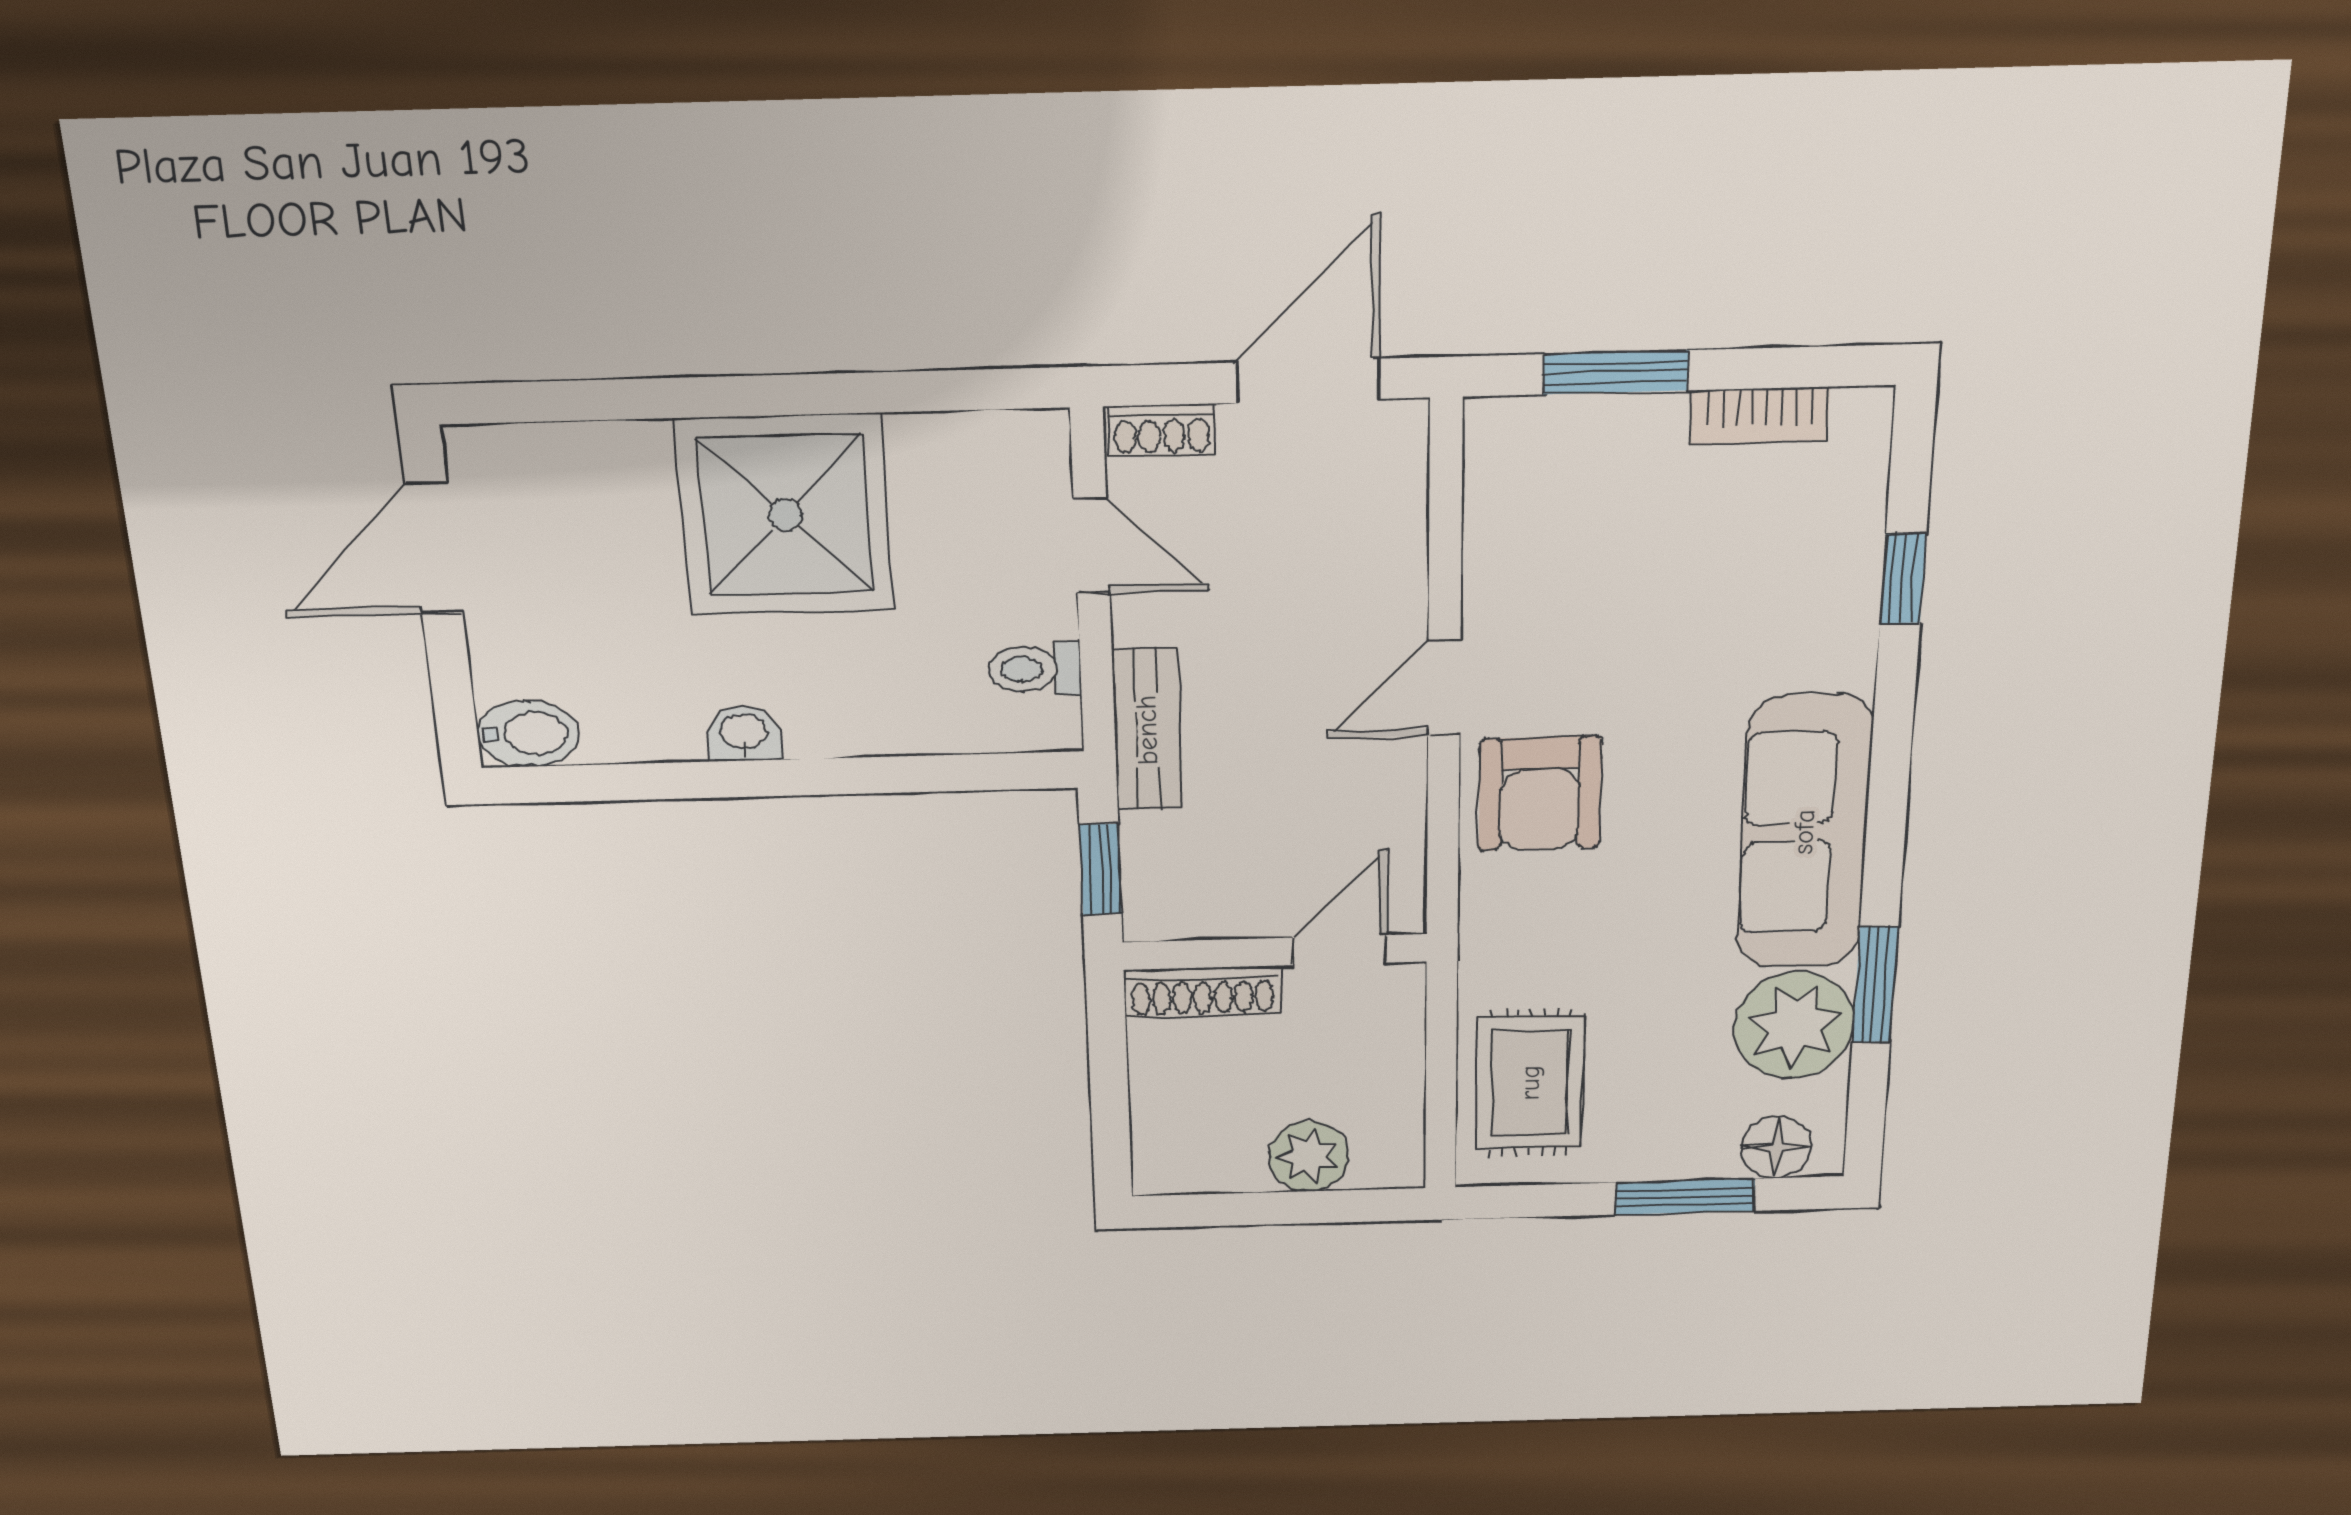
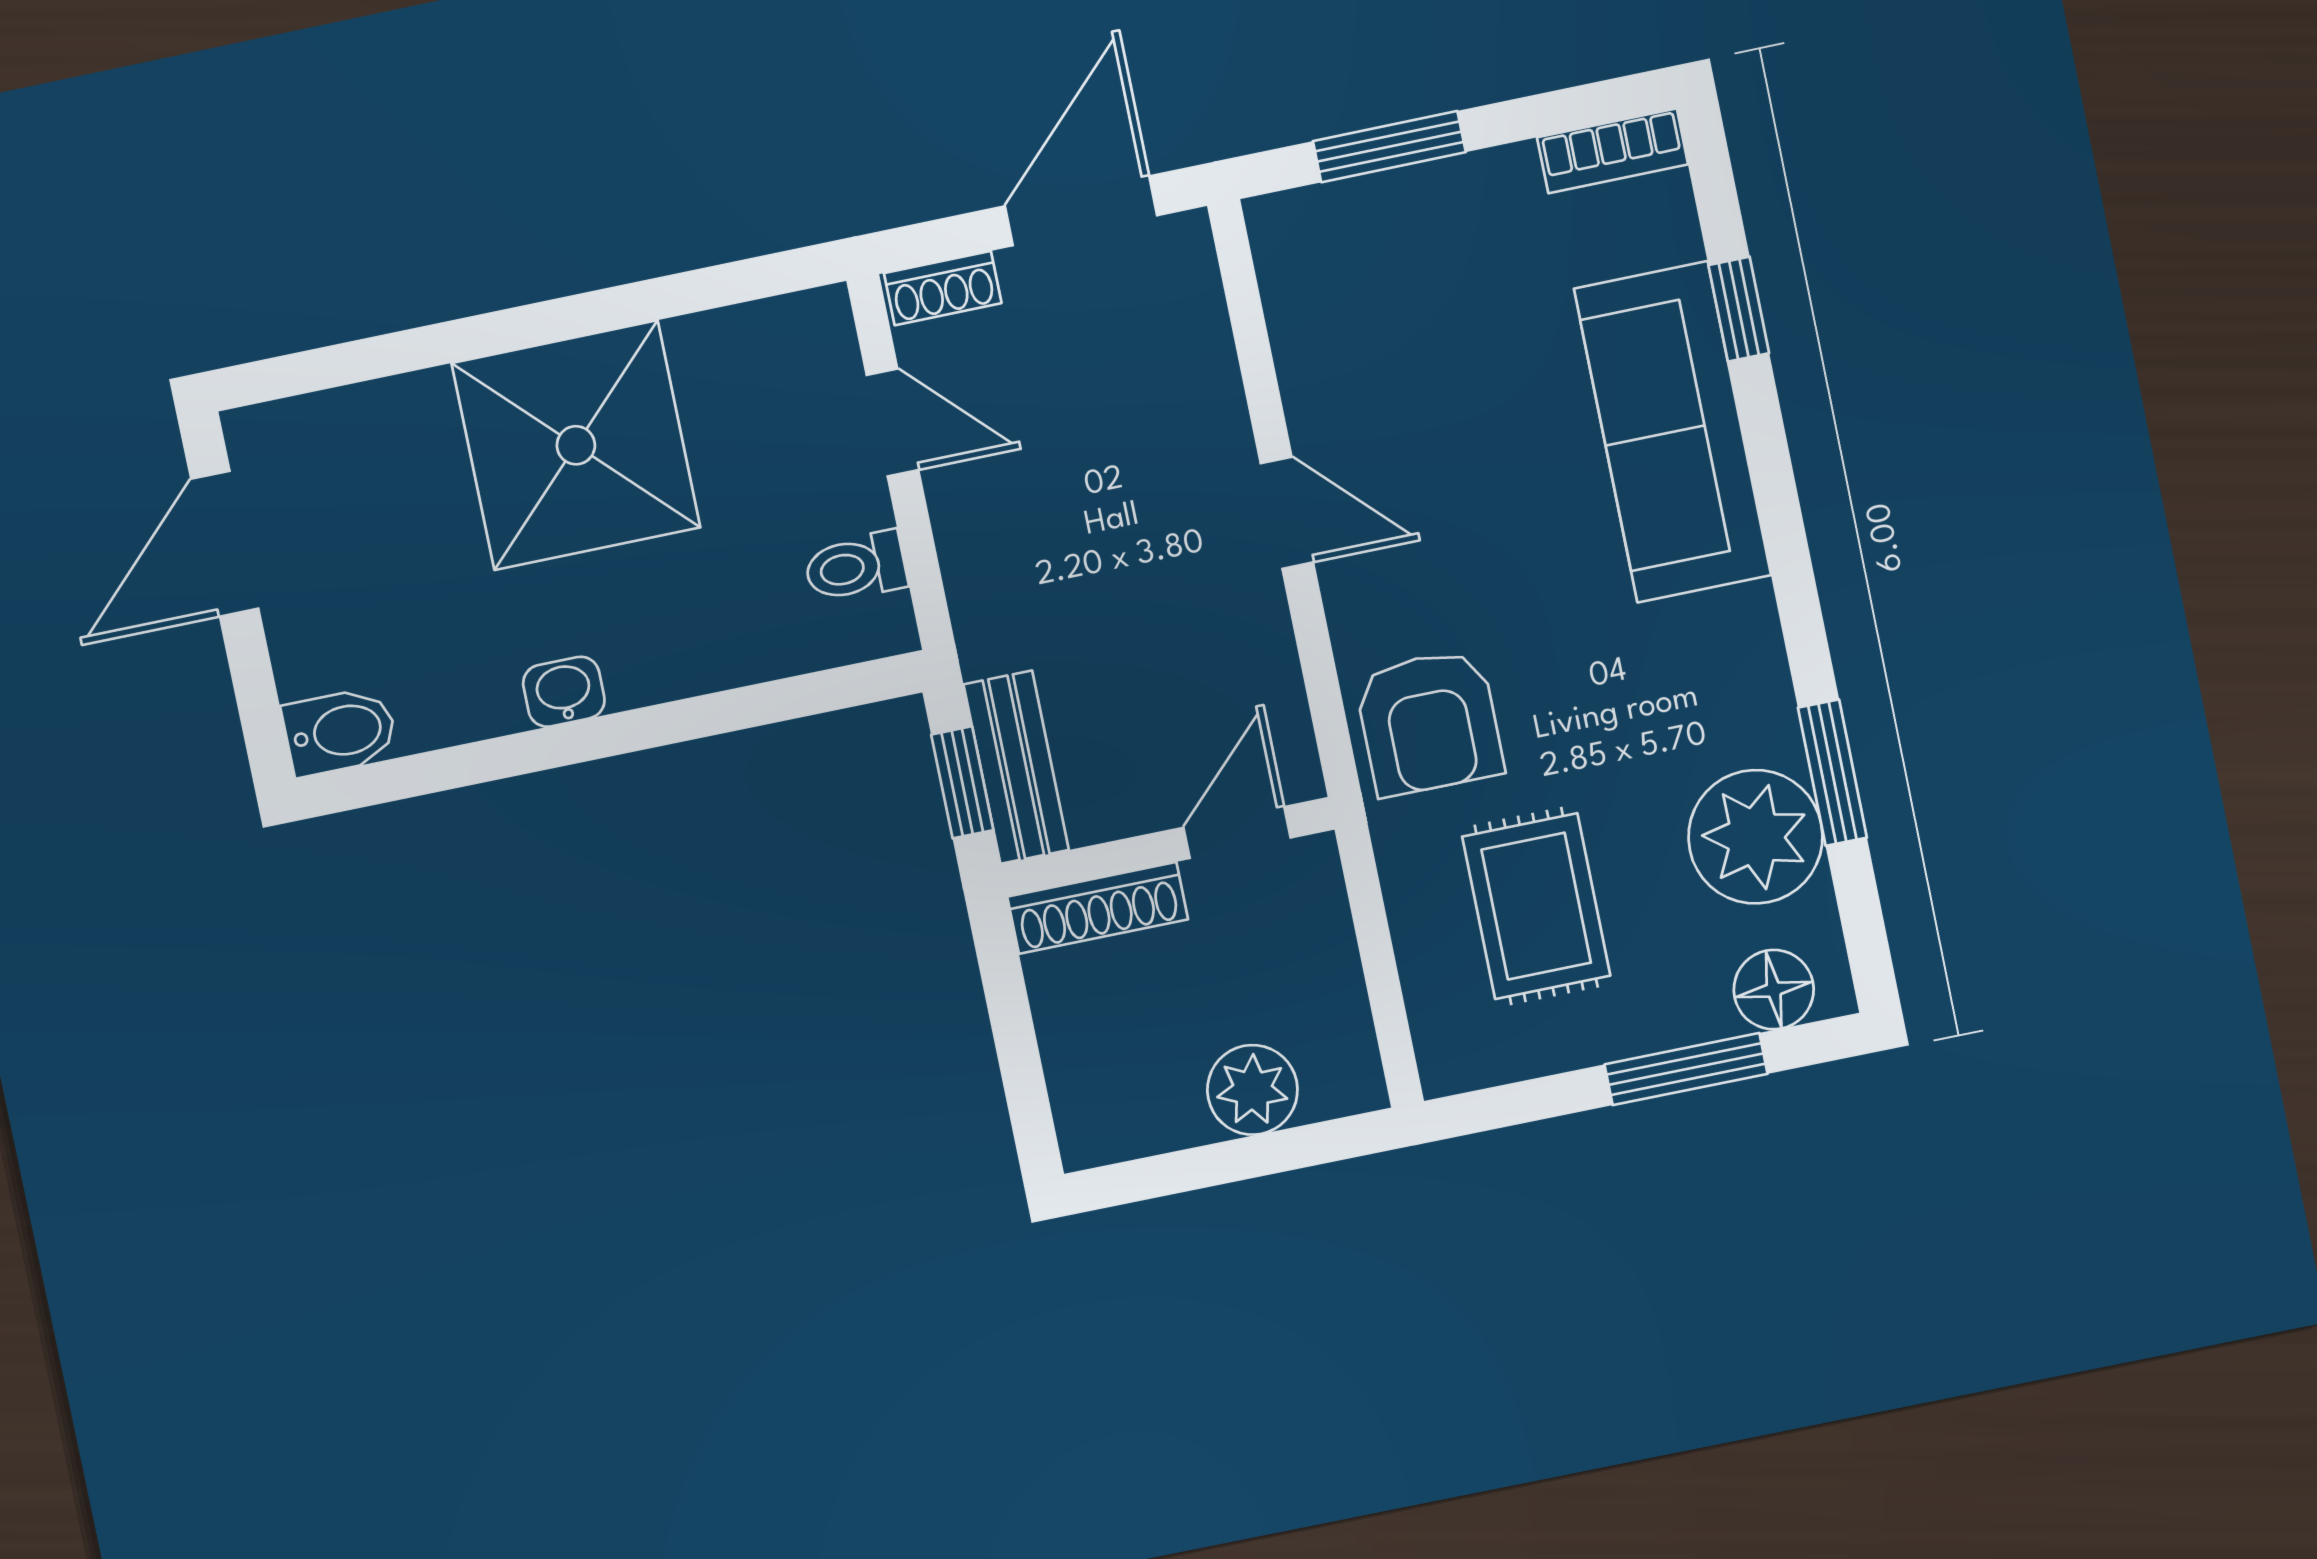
bookcase: (1760, 416) -> (1612, 151), moved
door: (1444, 688) -> (1287, 513), swing flipped
bench: (1147, 730) -> (1016, 767), moved
armchair: (1540, 794) -> (1429, 722), moved
sofa: (1804, 832) -> (1672, 432), moved
rug: (1530, 1083) -> (1536, 906), moved

